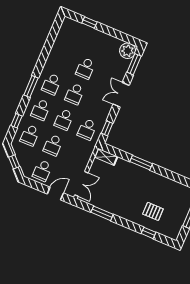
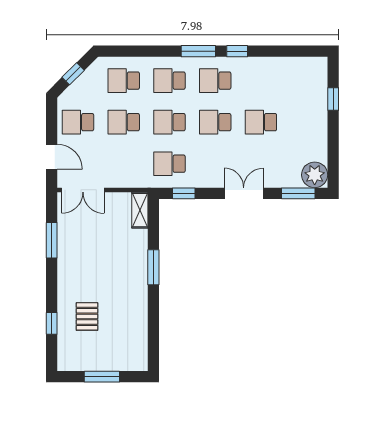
window: (16, 121) -> (237, 51), moved

